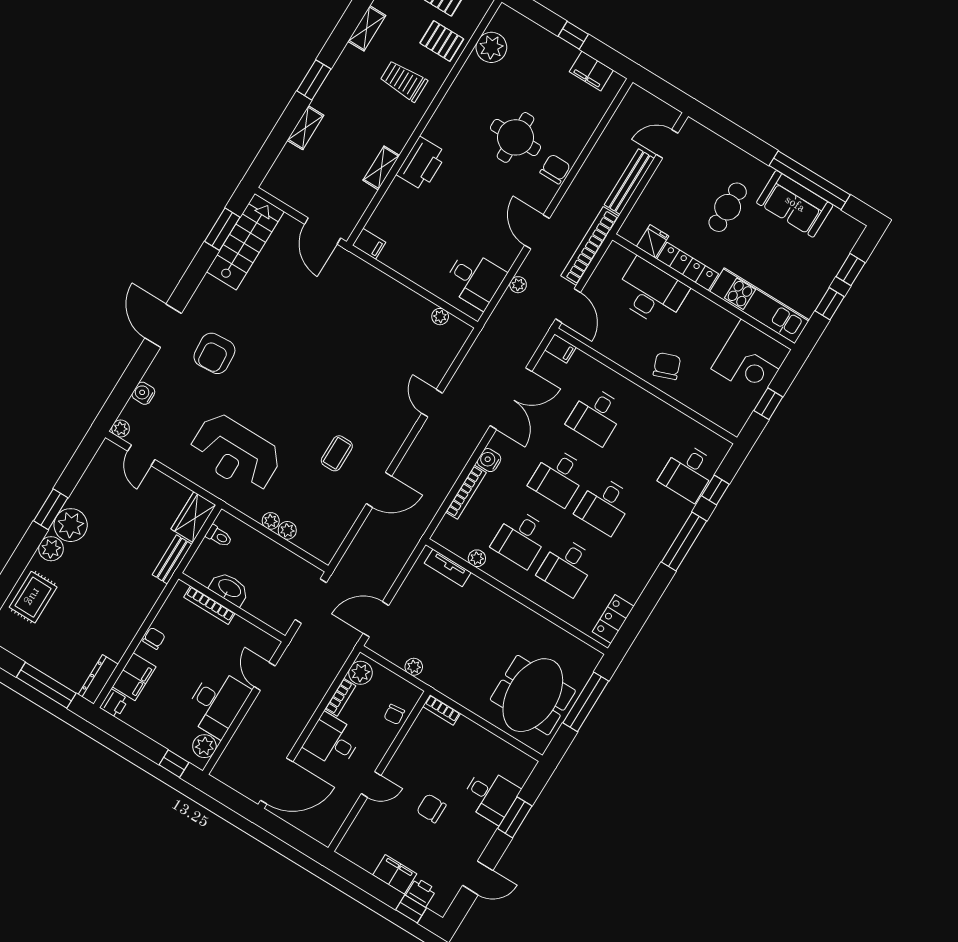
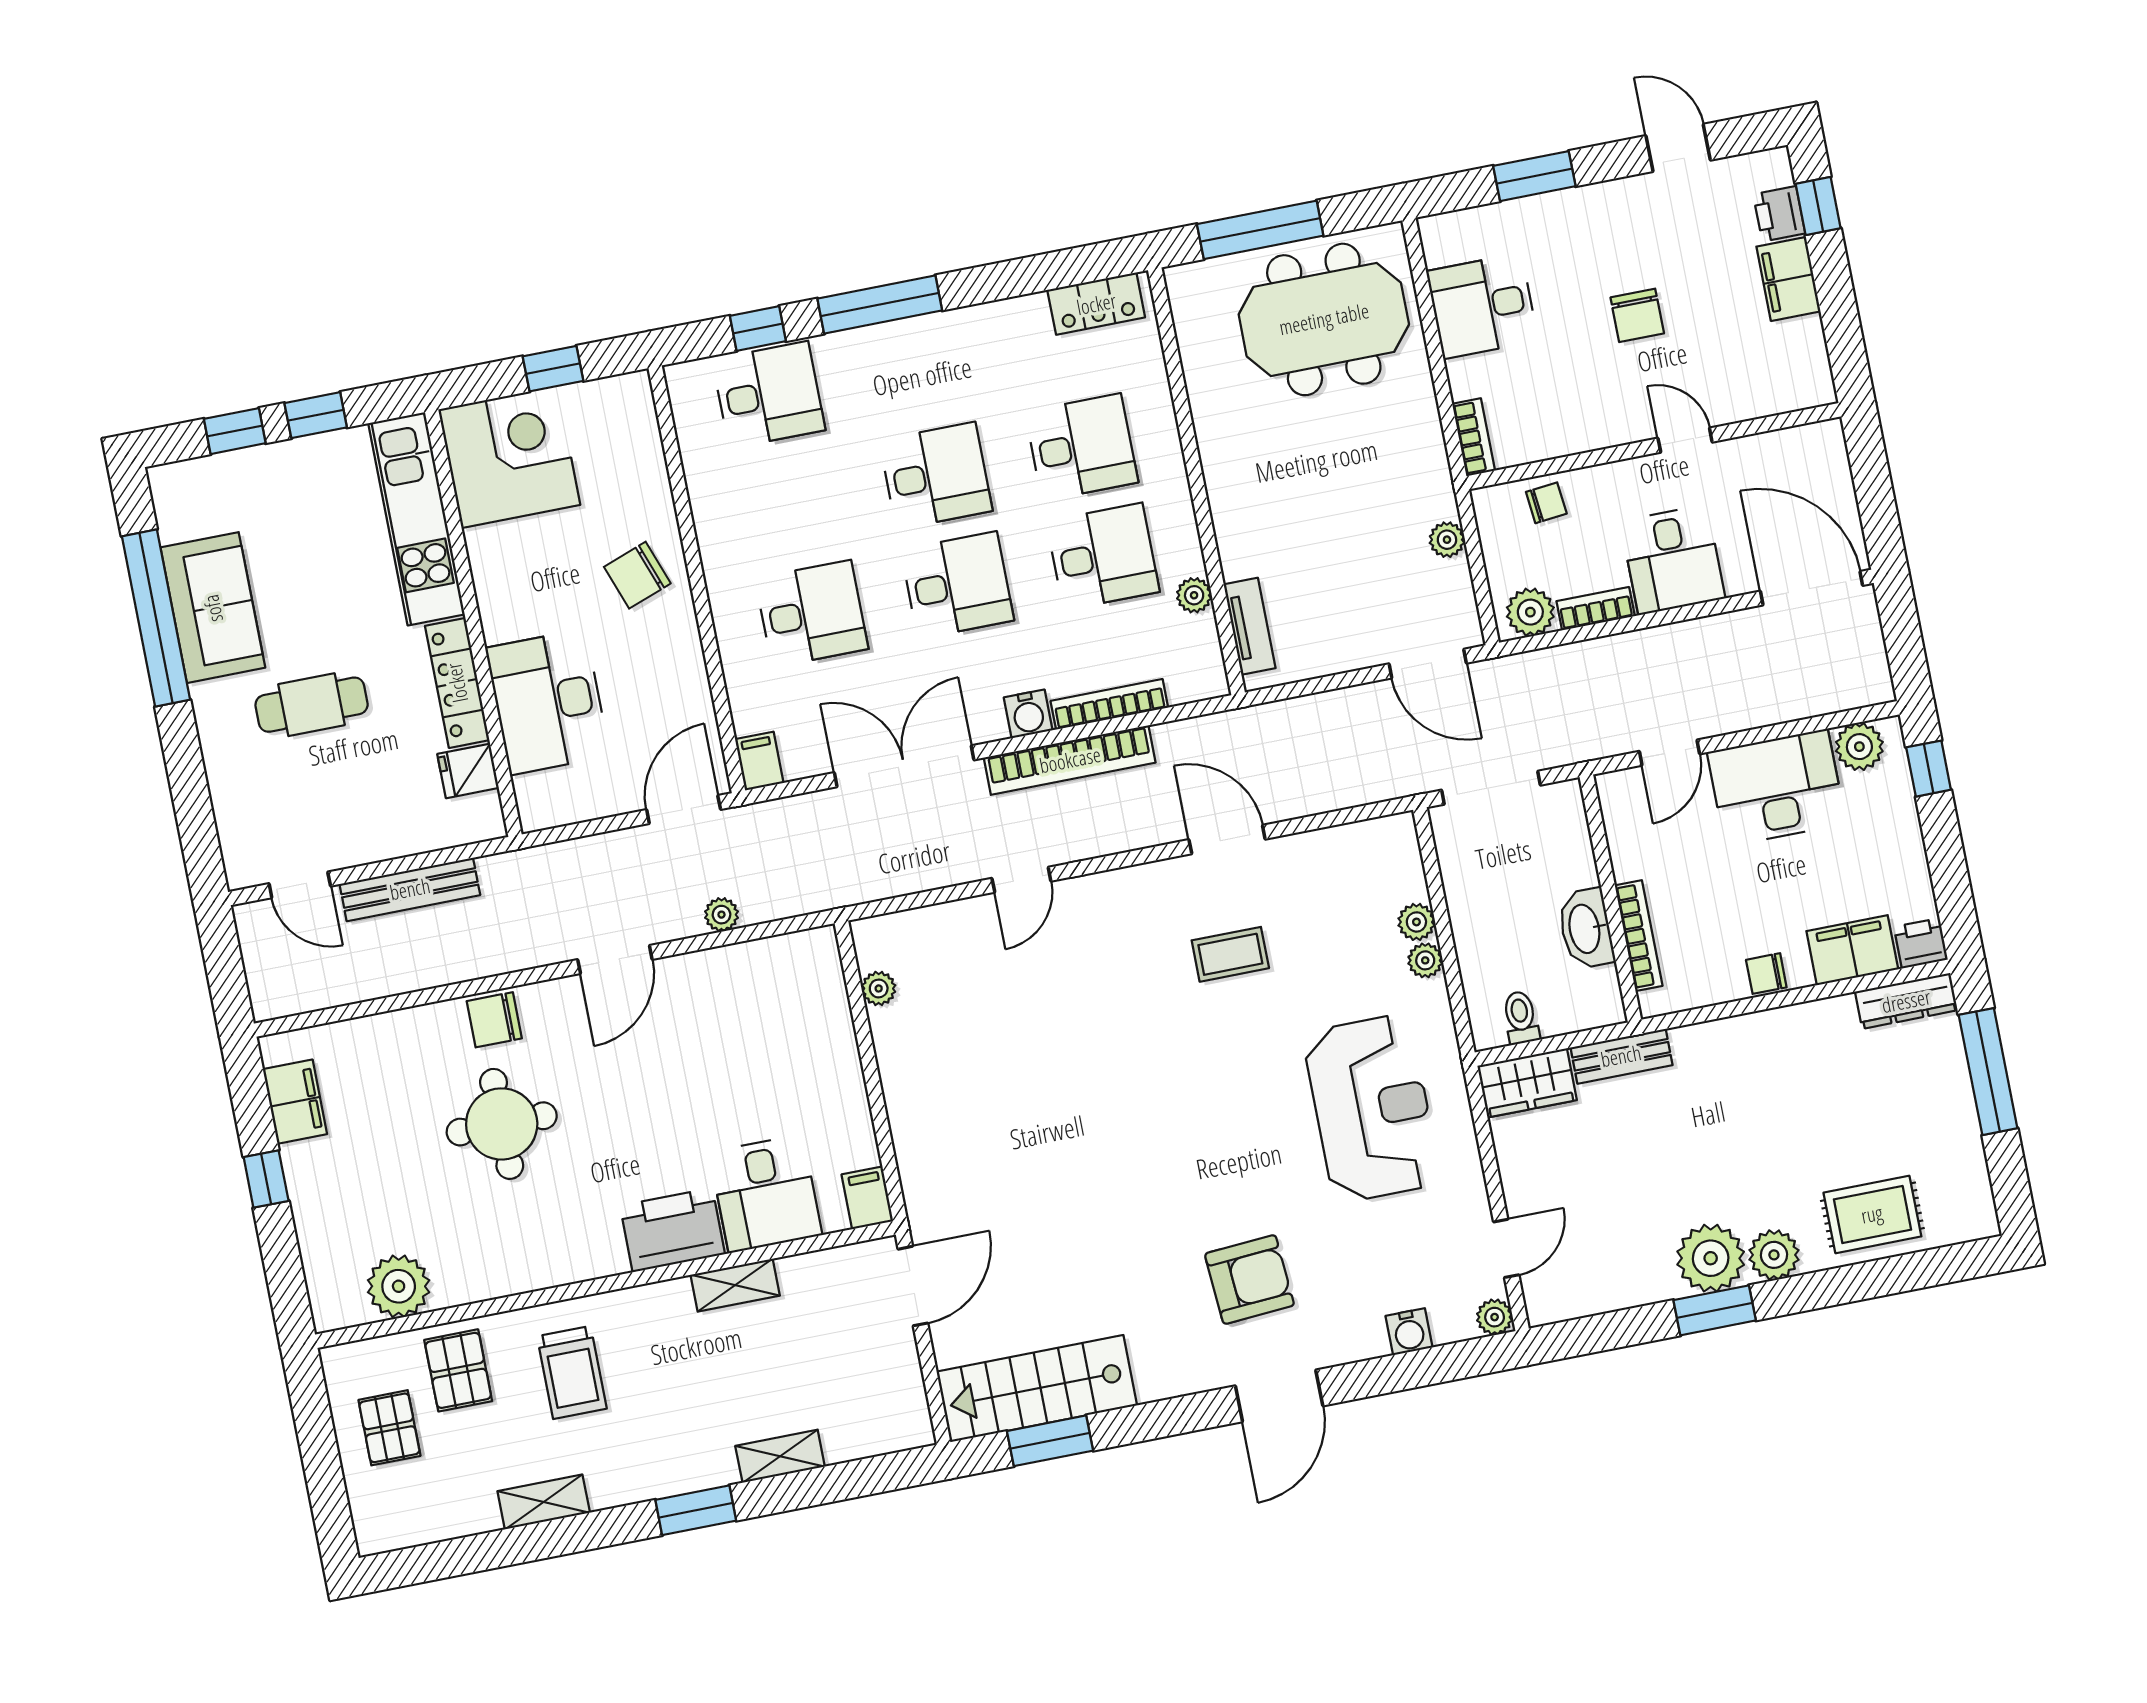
bookcase: (590, 246) -> (1070, 760), moved
desk: (475, 279) -> (766, 1194), moved, turned 180
desk: (491, 795) -> (1482, 306), moved, turned -90

